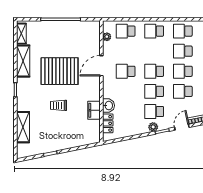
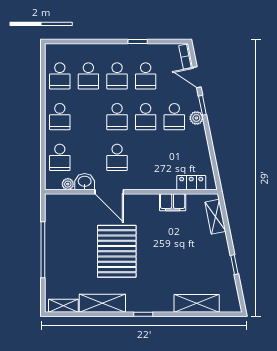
trolley: (58, 105) -> (166, 253), removed
washbasin: (108, 106) -> (85, 182), moved
shelving: (84, 140) -> (215, 217), added

